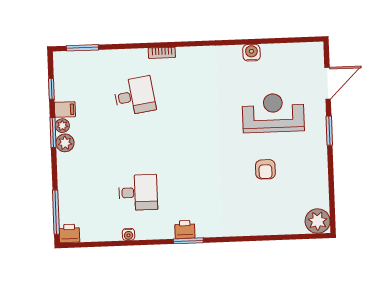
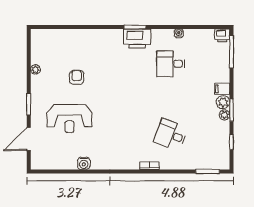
desk: (135, 96) -> (171, 135), turned 30
filing cabinet: (65, 110) -> (222, 89), moved
plant: (318, 221) -> (35, 69), moved, width x0.53, depth x0.53
printer: (185, 229) -> (137, 39), width x1.87, depth x1.48

